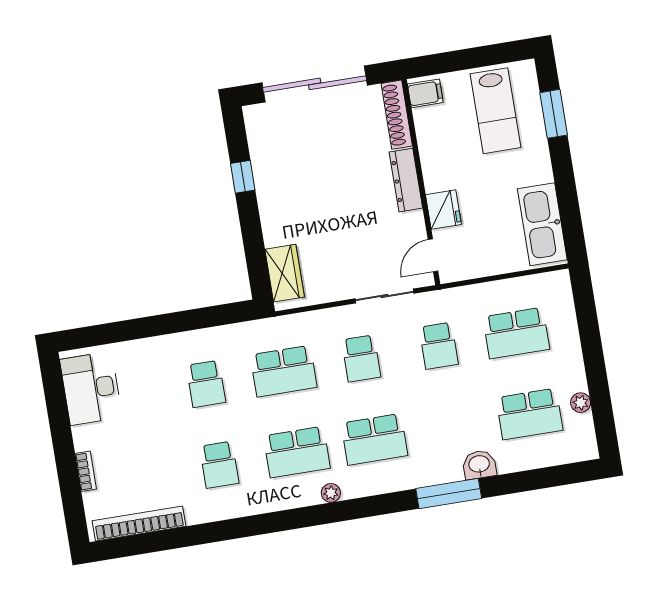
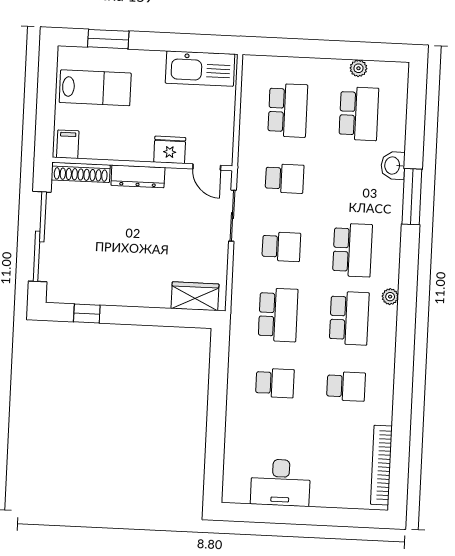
window: (243, 177) -> (87, 313), moved
desk: (91, 388) -> (281, 483), moved
bookcase: (86, 471) -> (327, 501), removed

